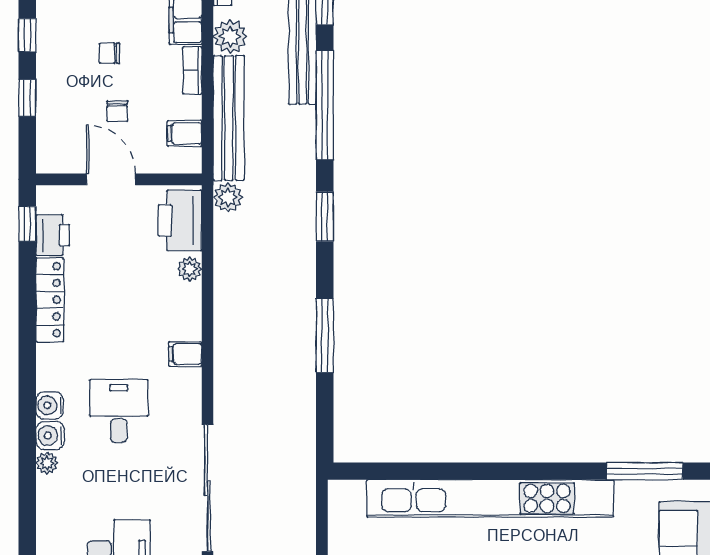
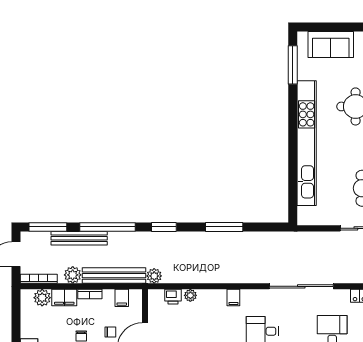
printer: (180, 220) -> (173, 297), width x0.53, depth x0.68

